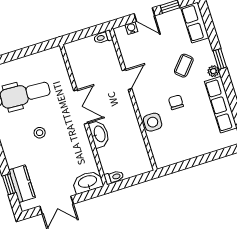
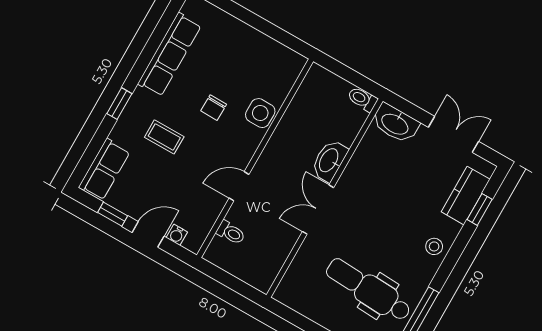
door: (144, 15) -> (148, 234), hinge flipped
toilet: (103, 37) -> (231, 233), moved
coffee table: (184, 66) -> (164, 137), turned 49
plant: (213, 71) -> (140, 98), removed
stool: (40, 133) -> (434, 246), moved

